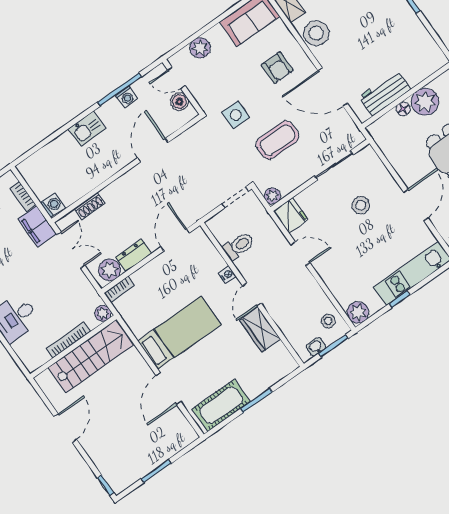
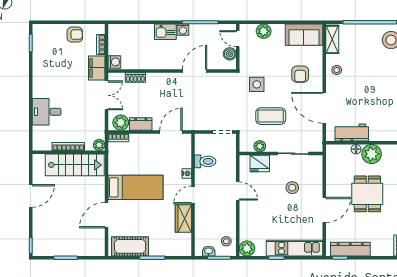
stool: (316, 33) -> (337, 70), width x0.53, depth x0.53
washing machine: (127, 97) -> (183, 30), moved
plant: (272, 196) -> (260, 146), moved
fridge: (291, 215) -> (260, 163), moved, turned 90

